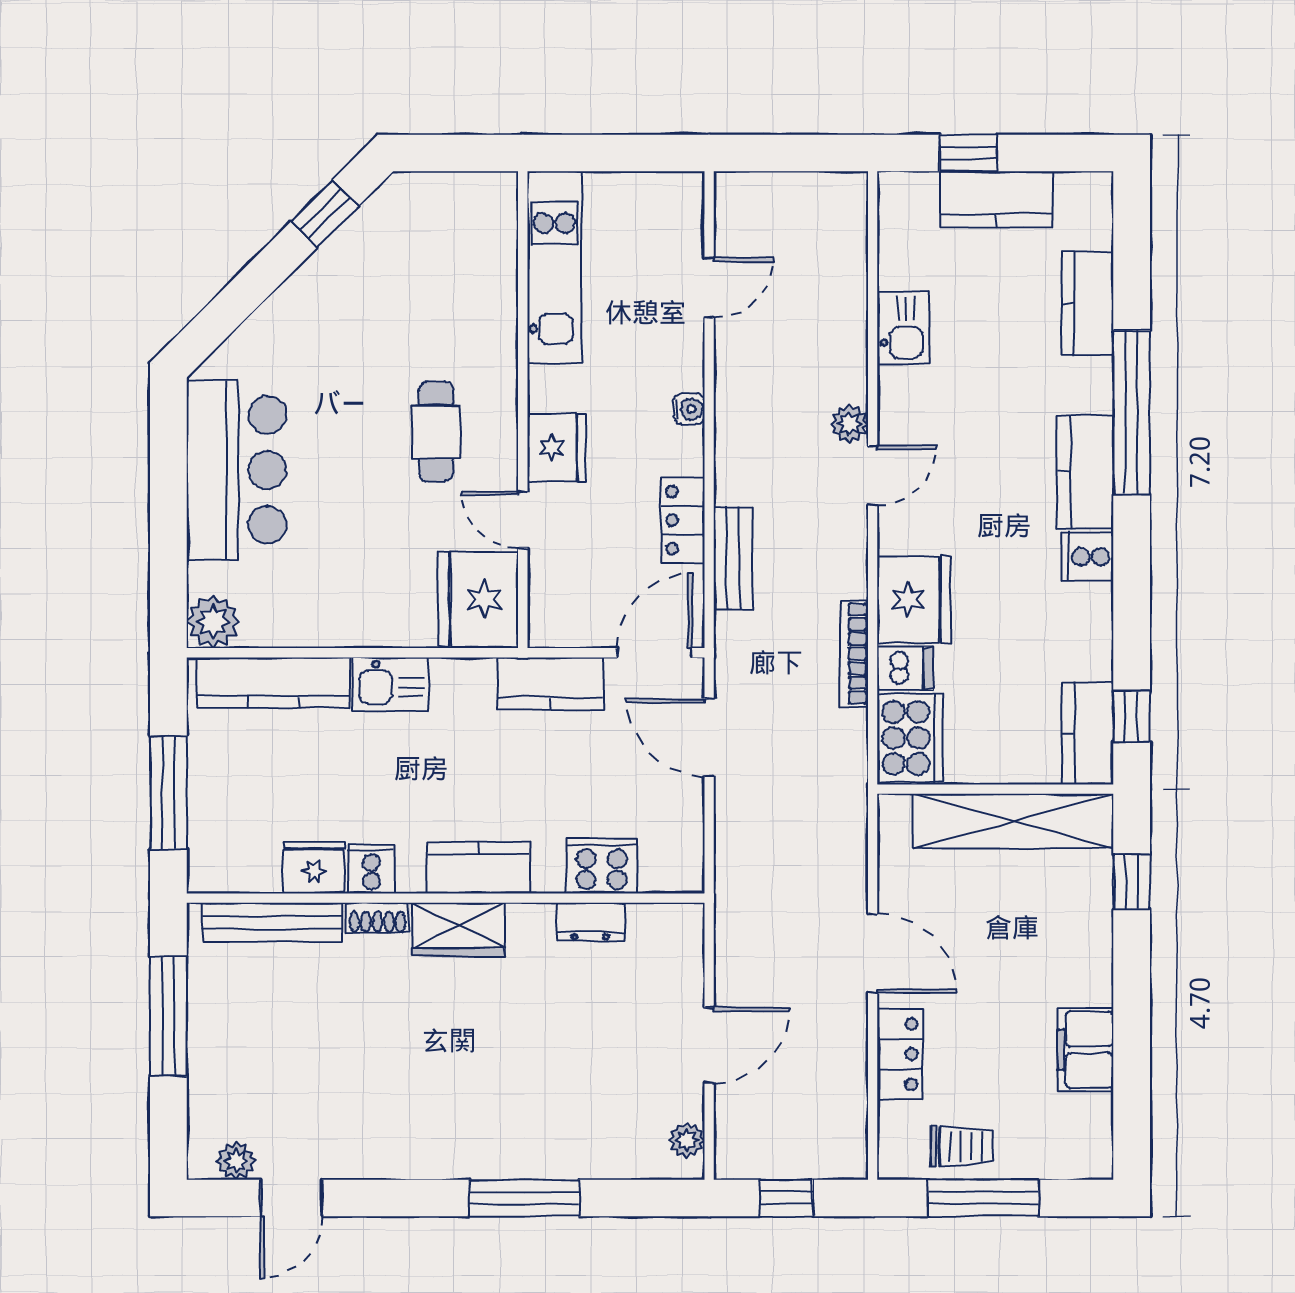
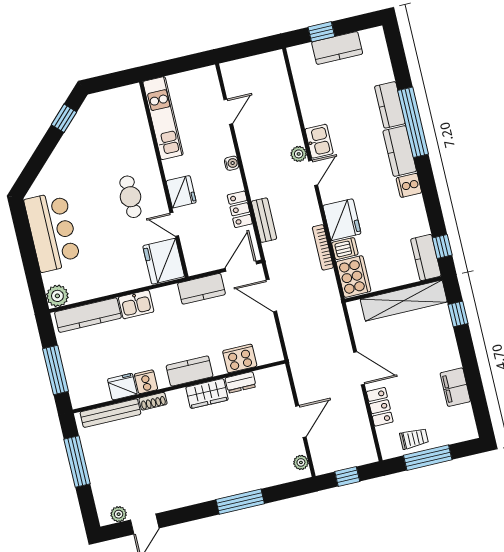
kitchen counter: (1087, 303) -> (390, 105), moved
kitchen sink: (904, 328) -> (319, 141), moved
wardrobe: (459, 929) -> (207, 394), moved

